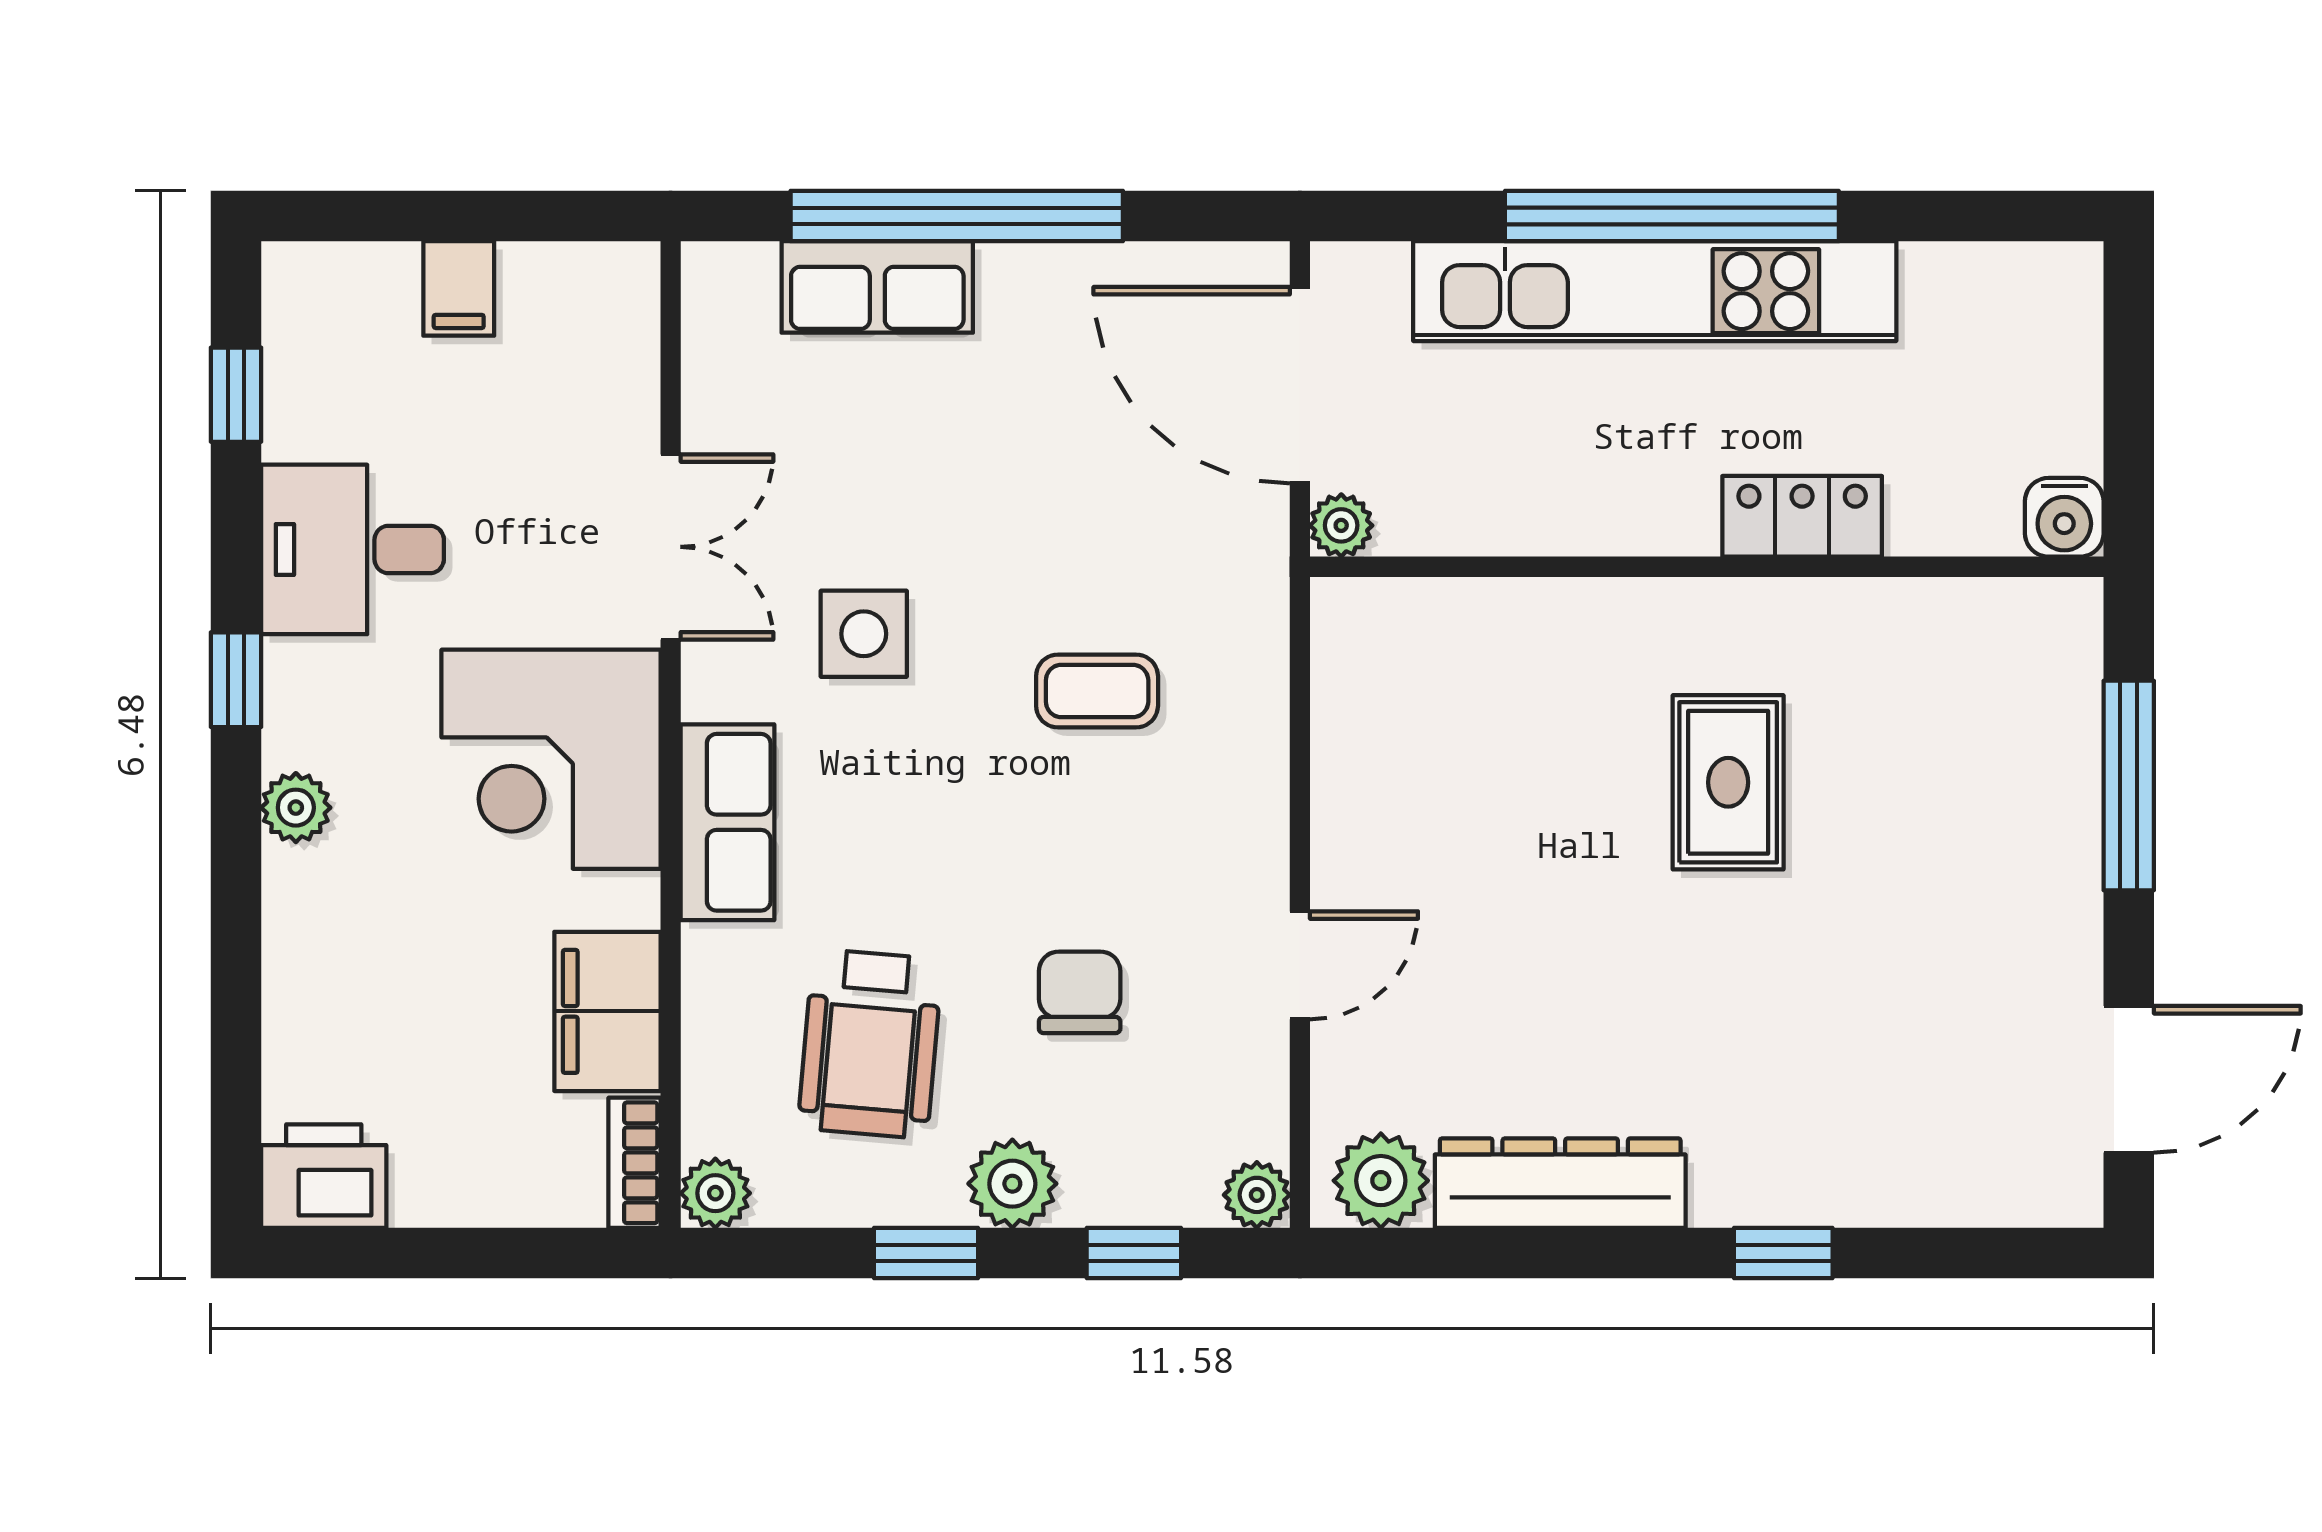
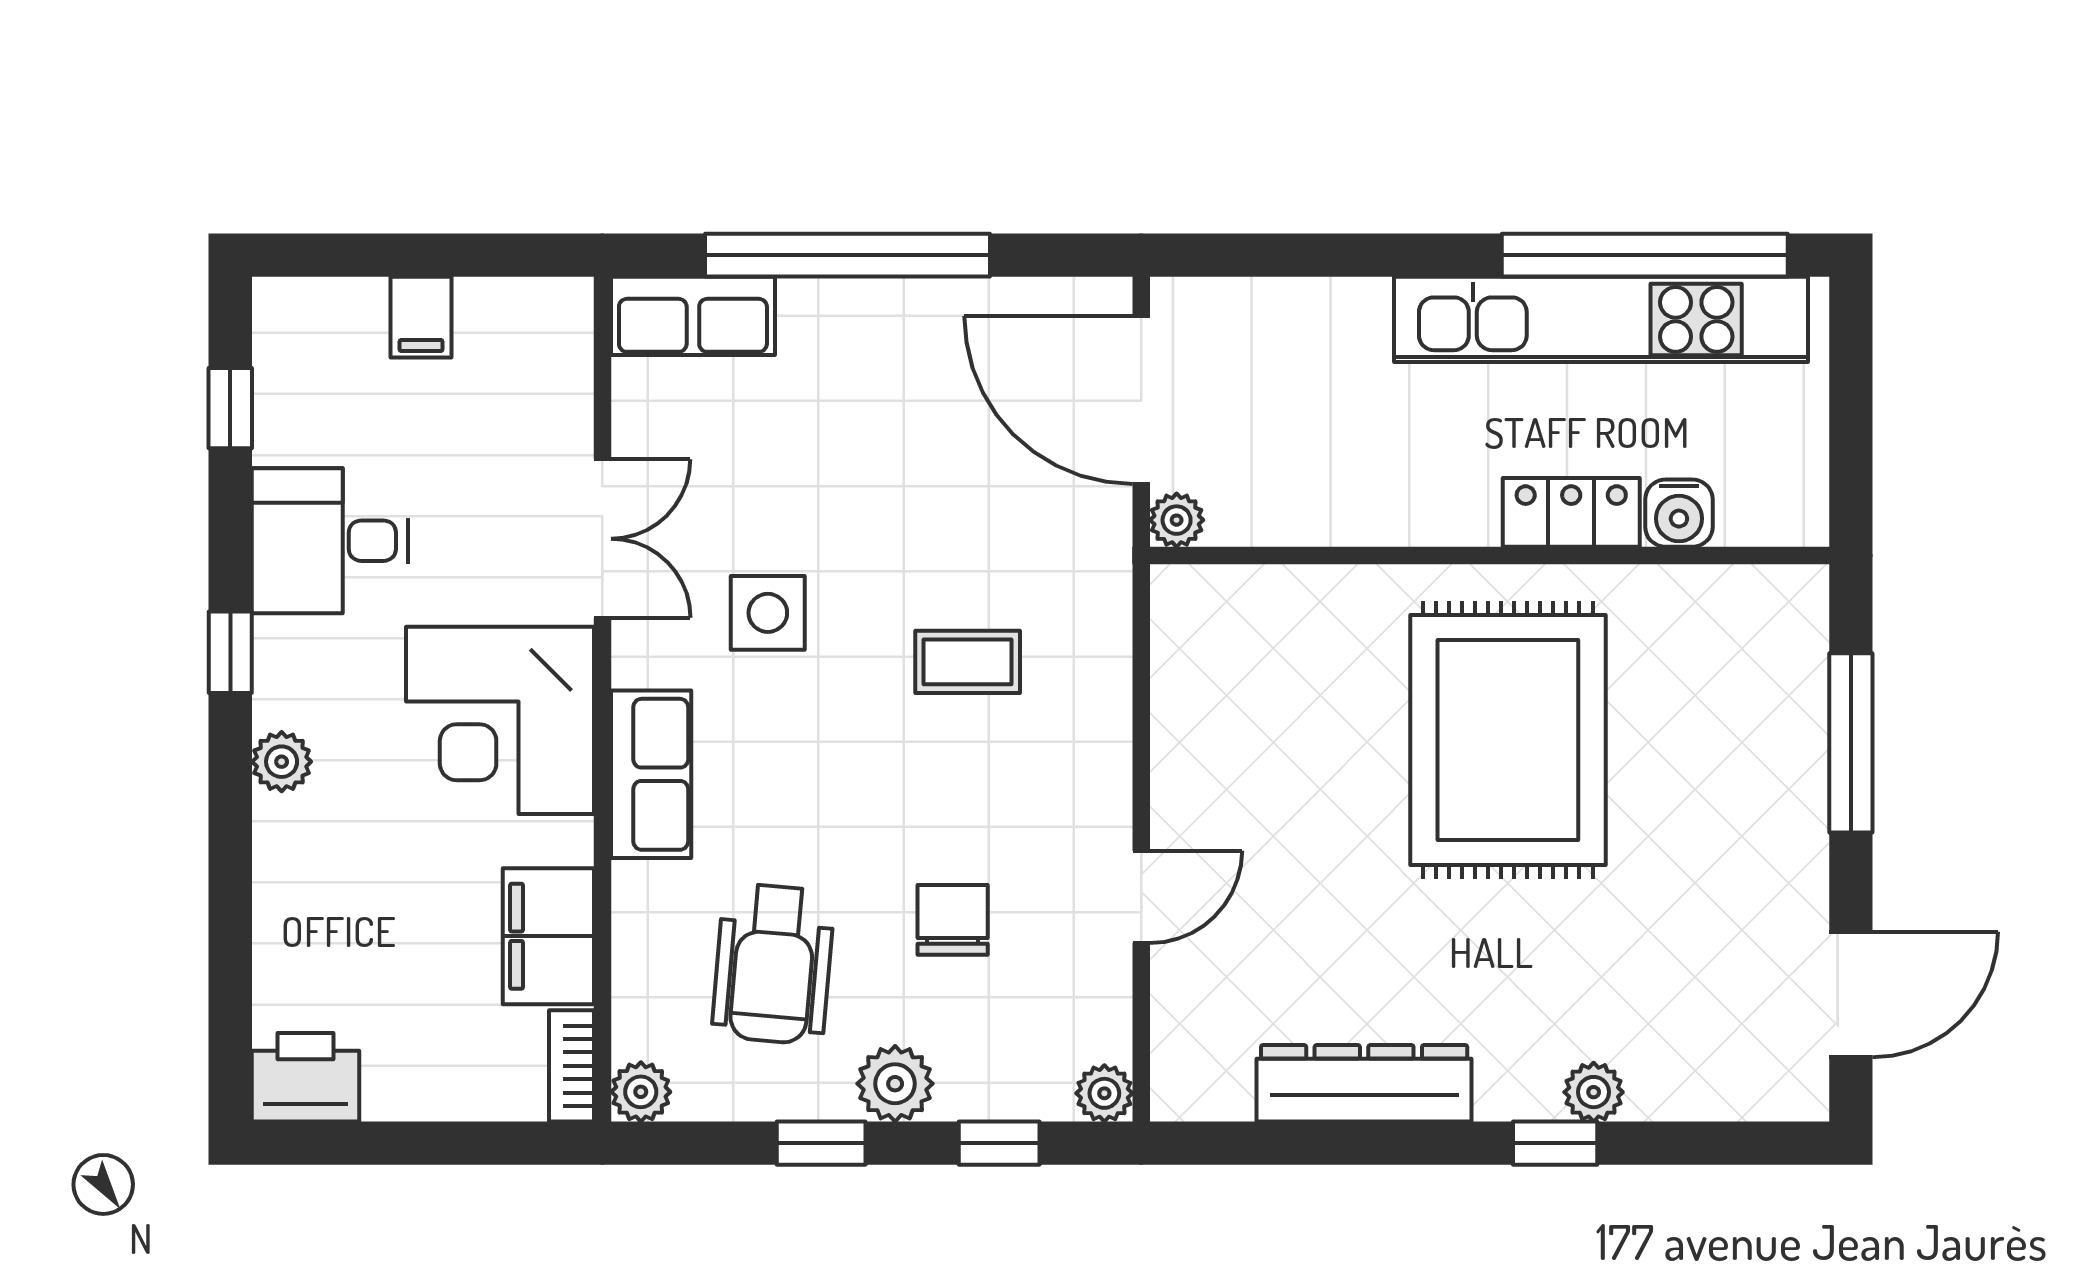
window: (1672, 216) -> (1645, 255), moved
row of seats: (877, 287) -> (693, 316), moved
kitchen unit: (1655, 291) -> (1601, 319), moved
water cooler: (2064, 517) -> (1679, 513), moved
rug: (1728, 782) -> (1508, 740), width x1.86, depth x2.06
plant: (1381, 1181) -> (1594, 1092), moved, width x0.73, depth x0.73

